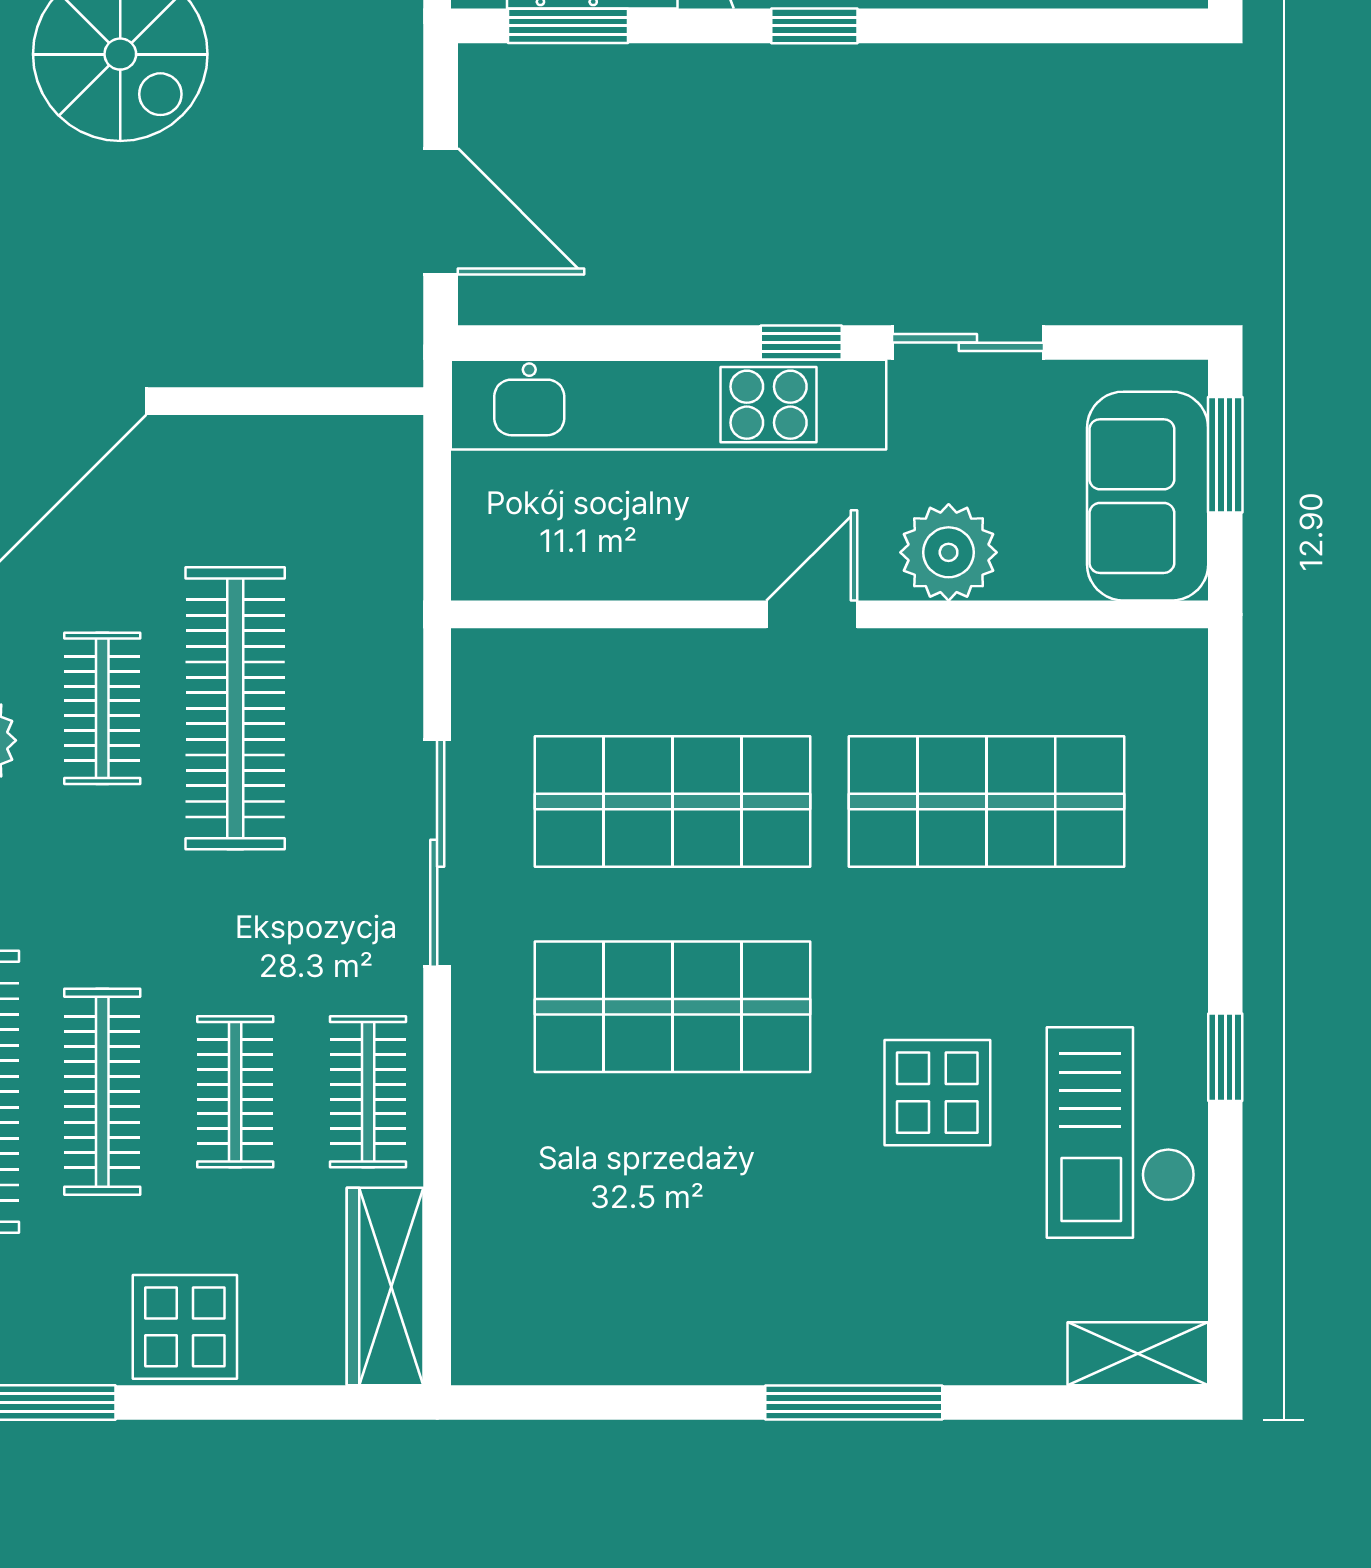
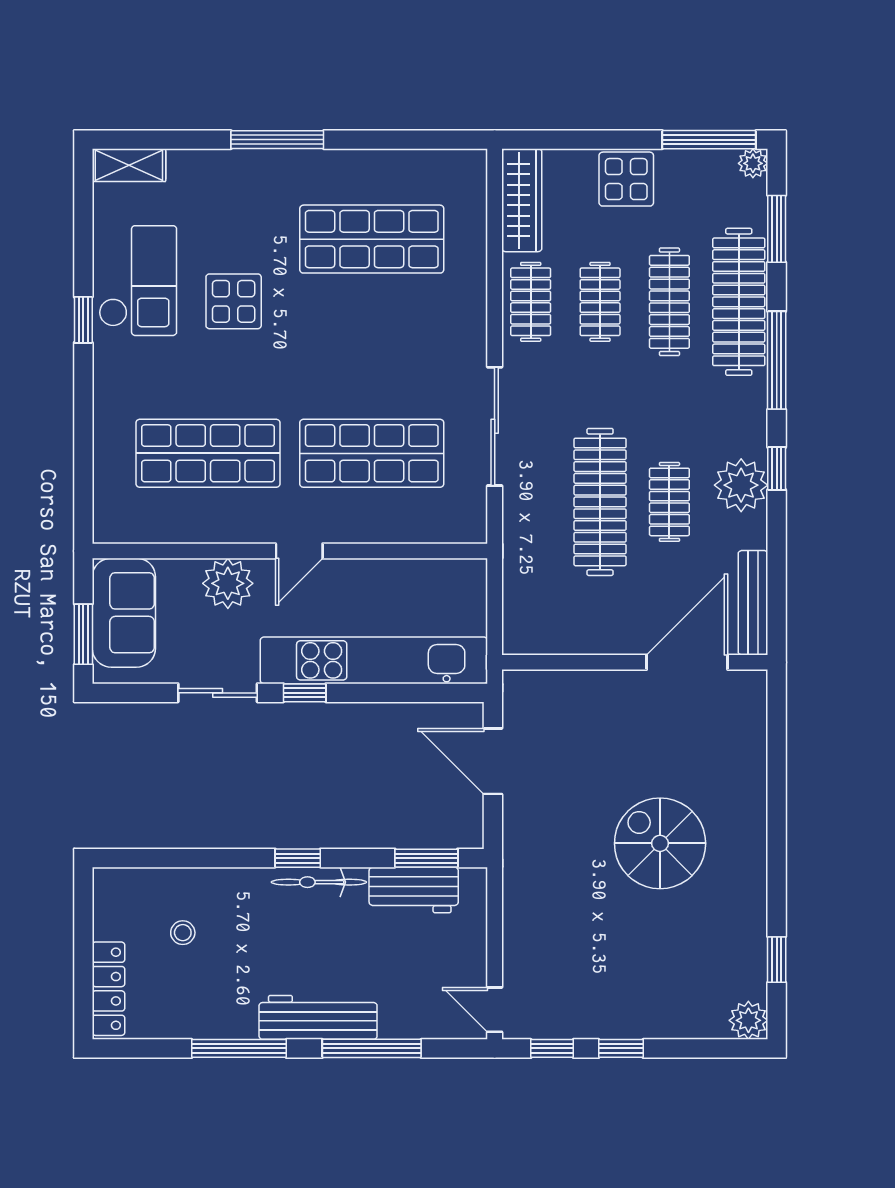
shop shelf: (673, 1007) -> (372, 239), moved

